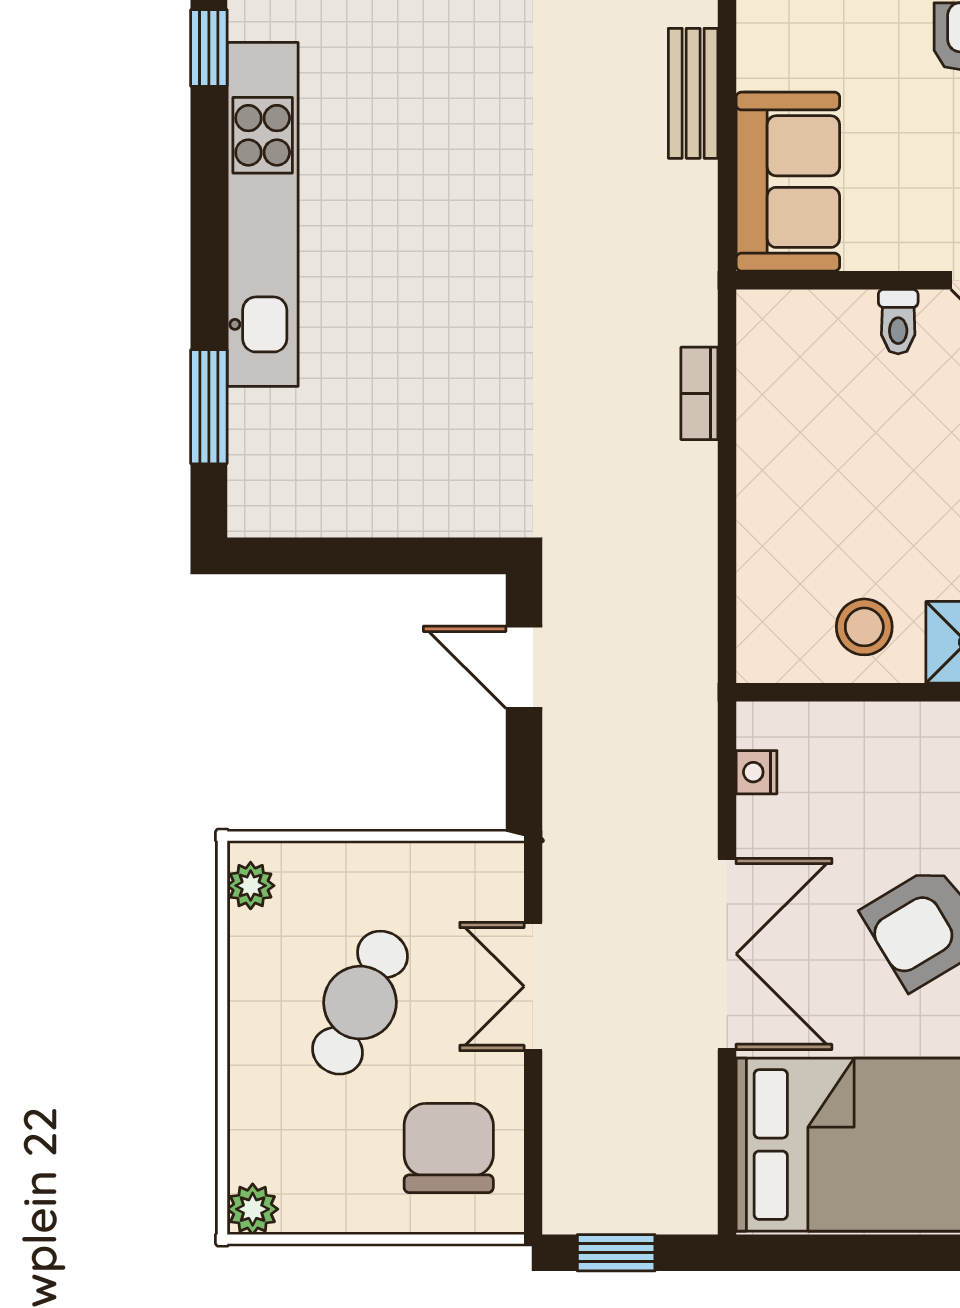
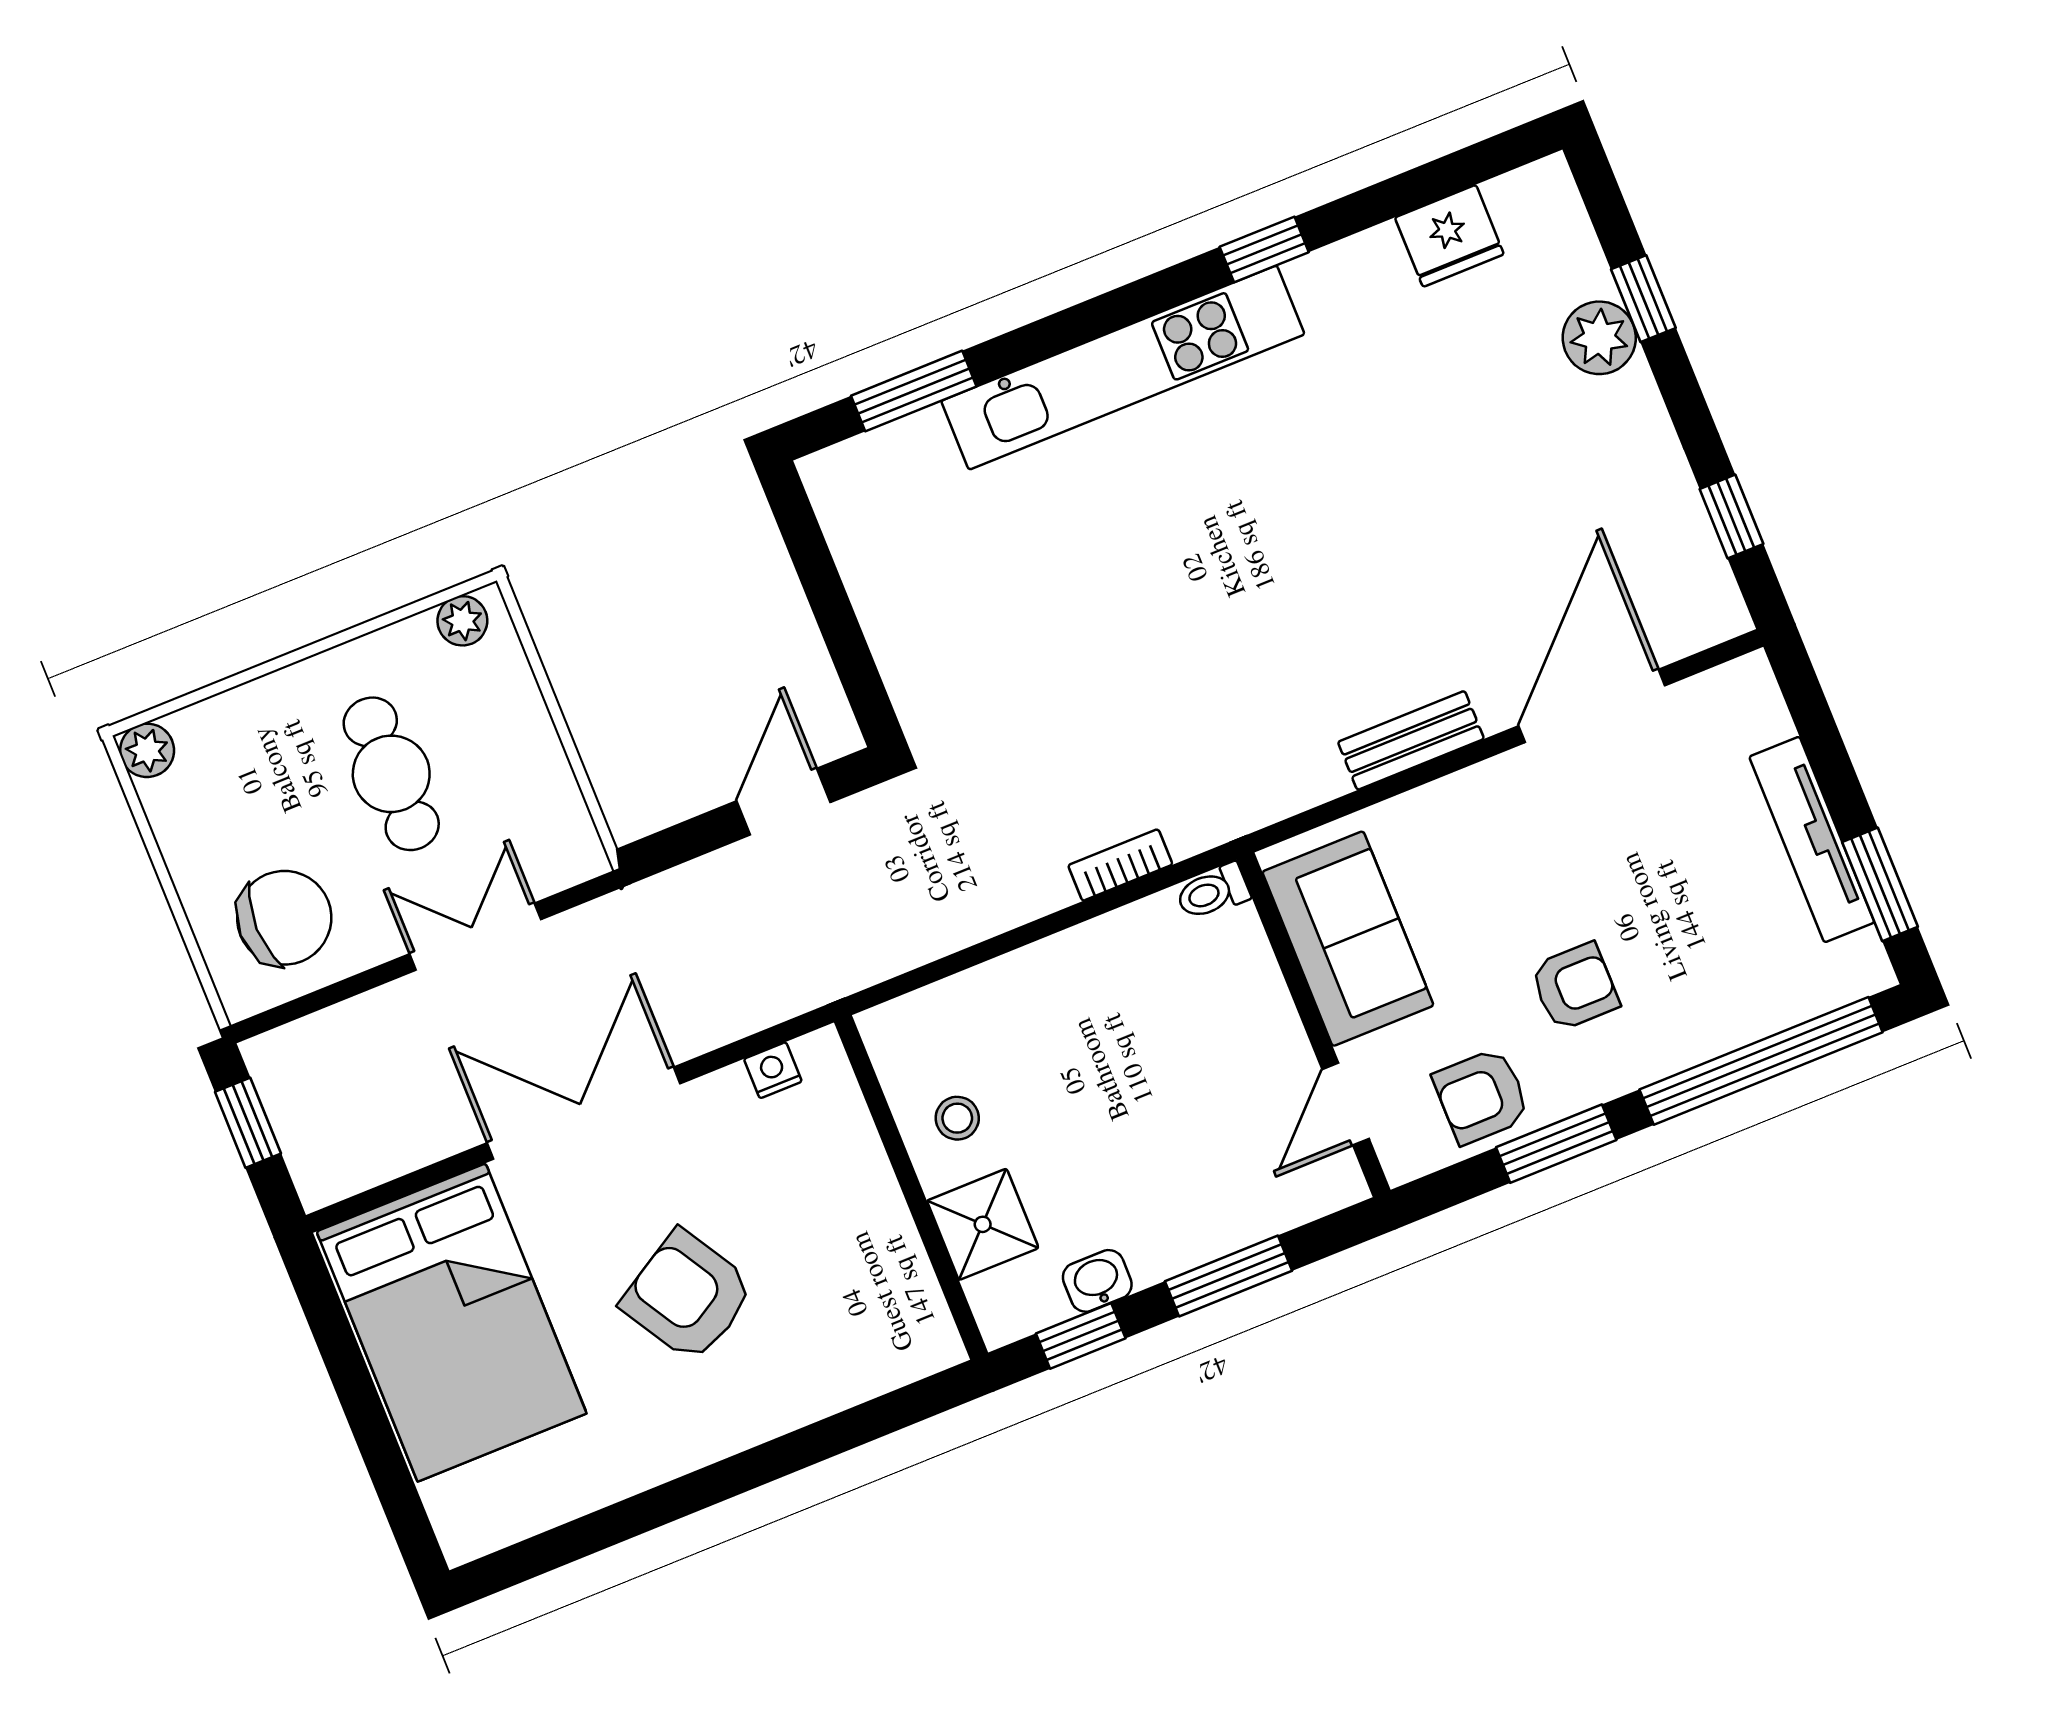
sofa: (788, 182) -> (1348, 939), moved, turned -90
toilet: (898, 322) -> (1213, 892), moved
stool: (864, 627) -> (957, 1118), width x0.73, depth x0.73
double door: (727, 954) -> (584, 1113), swing flipped
cafe table: (360, 1003) -> (391, 774), turned 65

